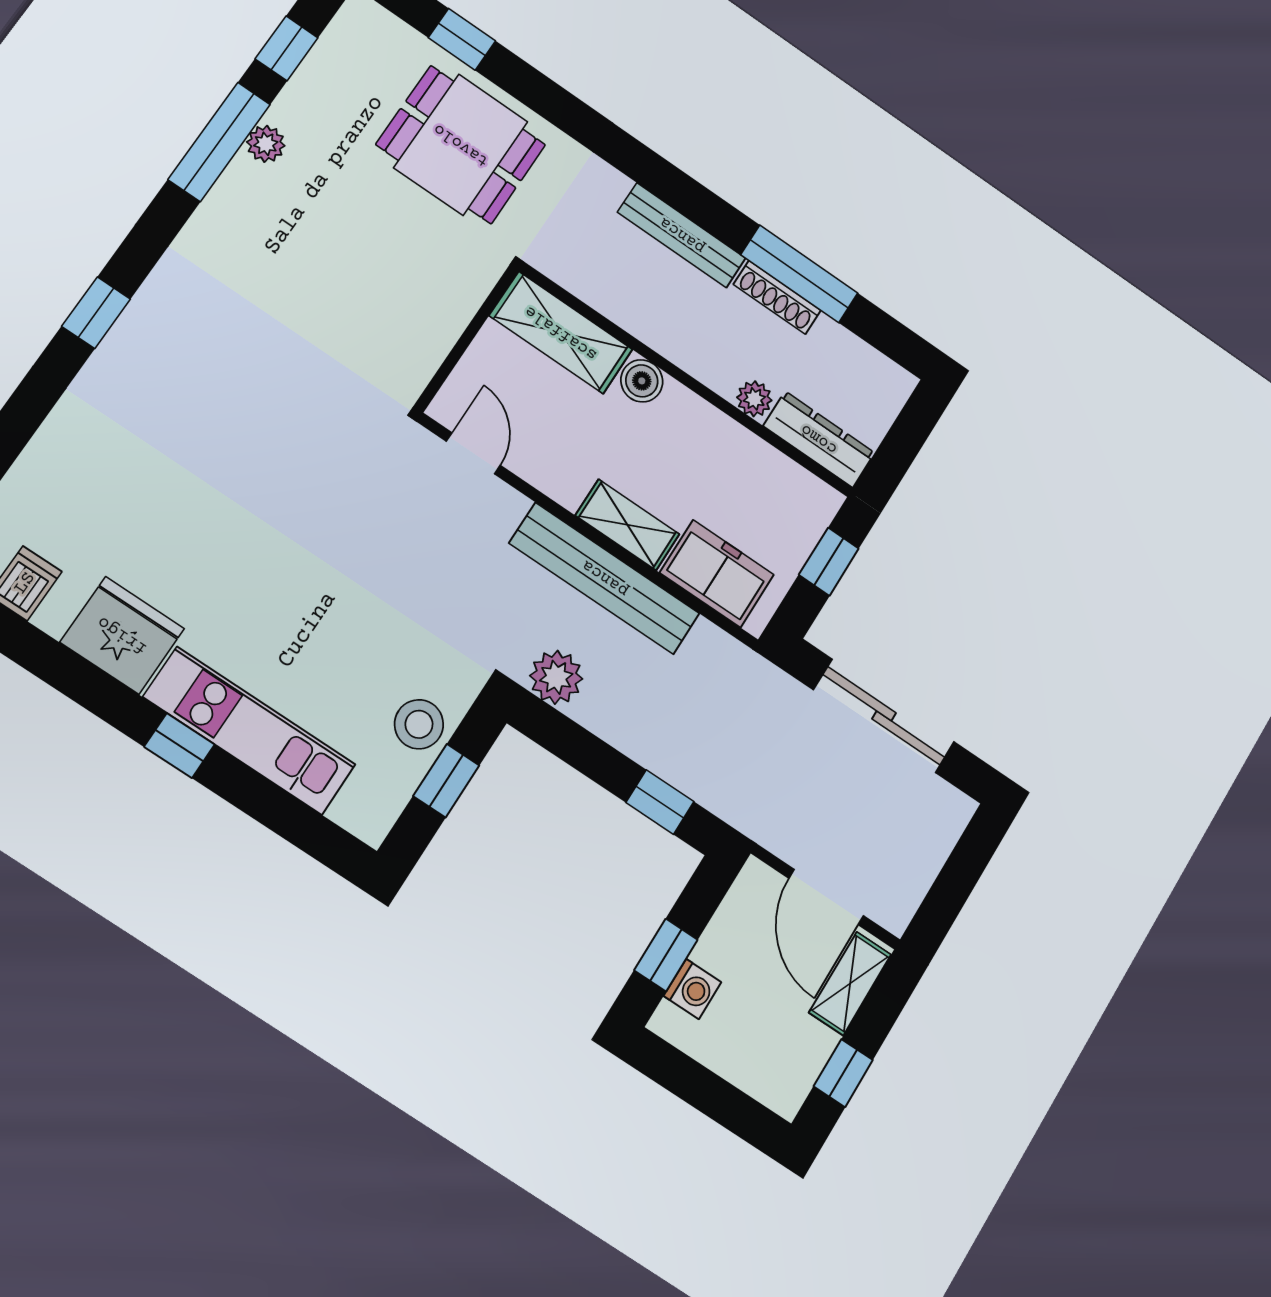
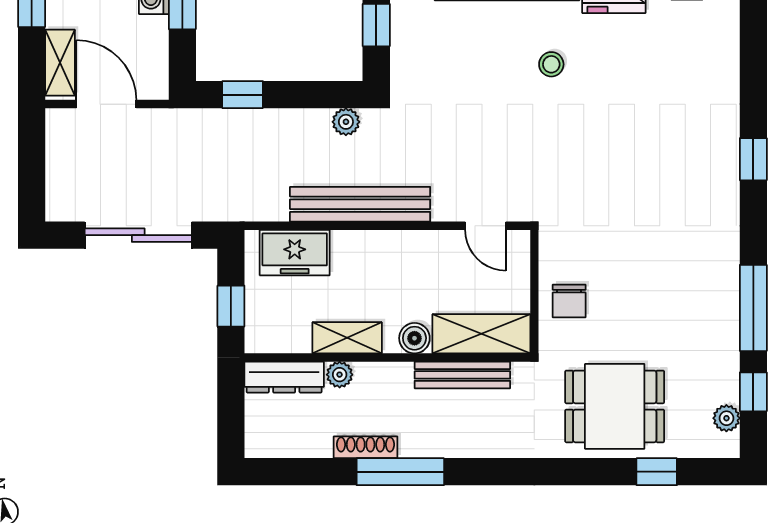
plant: (266, 144) -> (726, 418), moved
bench: (682, 235) -> (462, 375), moved
window: (799, 274) -> (400, 472), moved
chair: (433, 300) -> (569, 301), added
shelving: (627, 525) -> (347, 338), moved
plant: (556, 677) -> (346, 122), width x0.73, depth x0.73
stool: (419, 724) -> (551, 64), moved, width x0.73, depth x0.73

